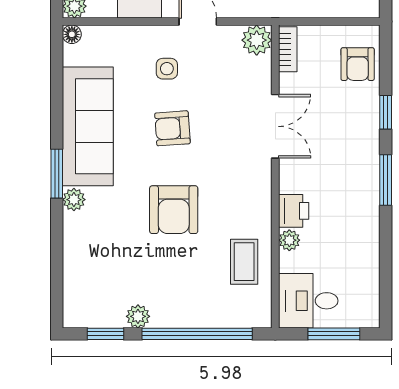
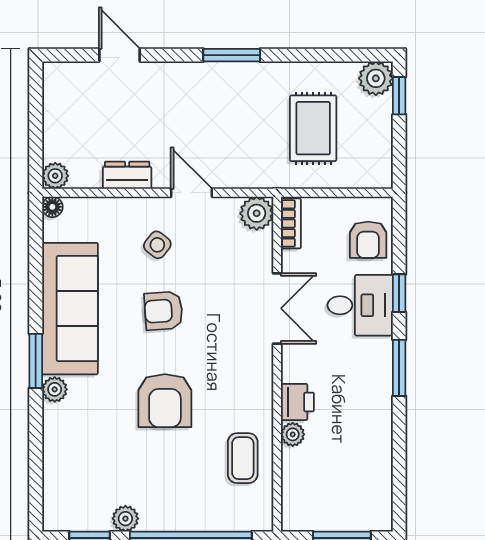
side table: (167, 69) -> (157, 245), turned 38
desk: (308, 301) -> (360, 305), moved, turned 180

